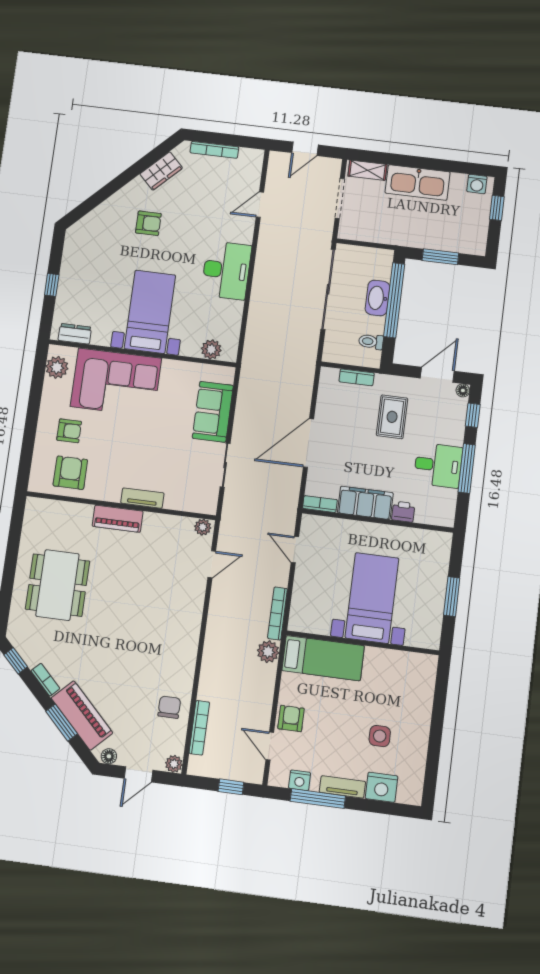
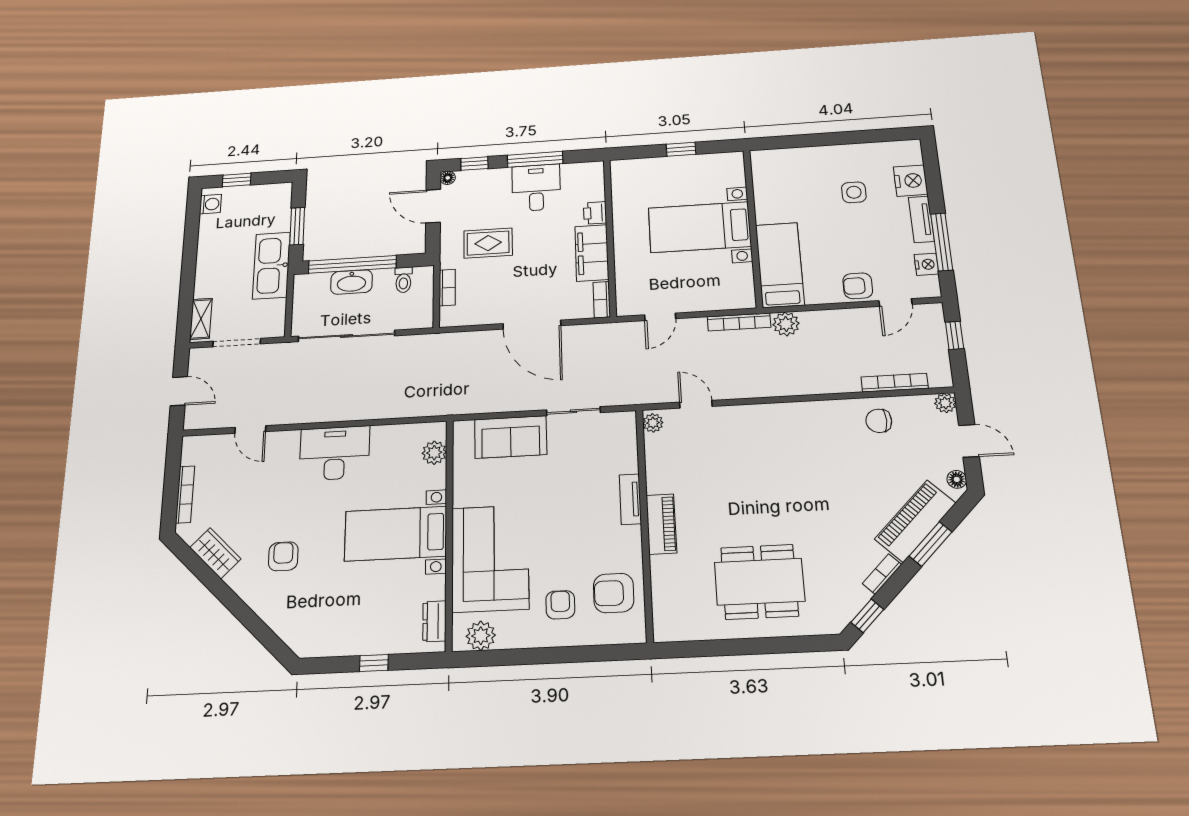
kitchen sink: (418, 183) -> (271, 266), moved, turned 180
window: (452, 597) -> (681, 149), width x0.67

